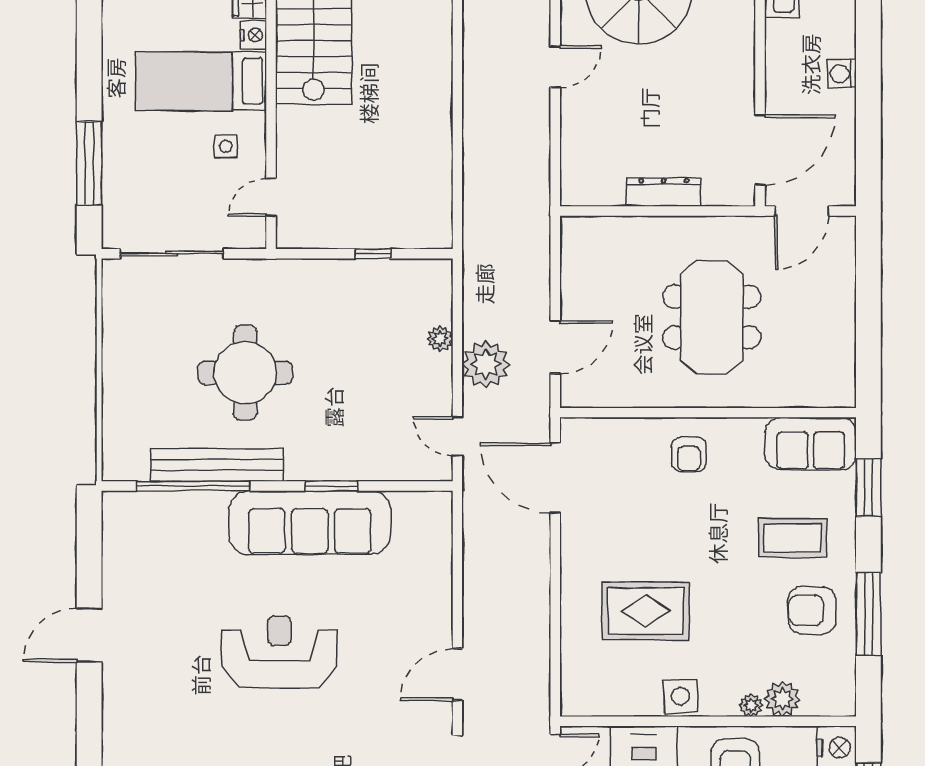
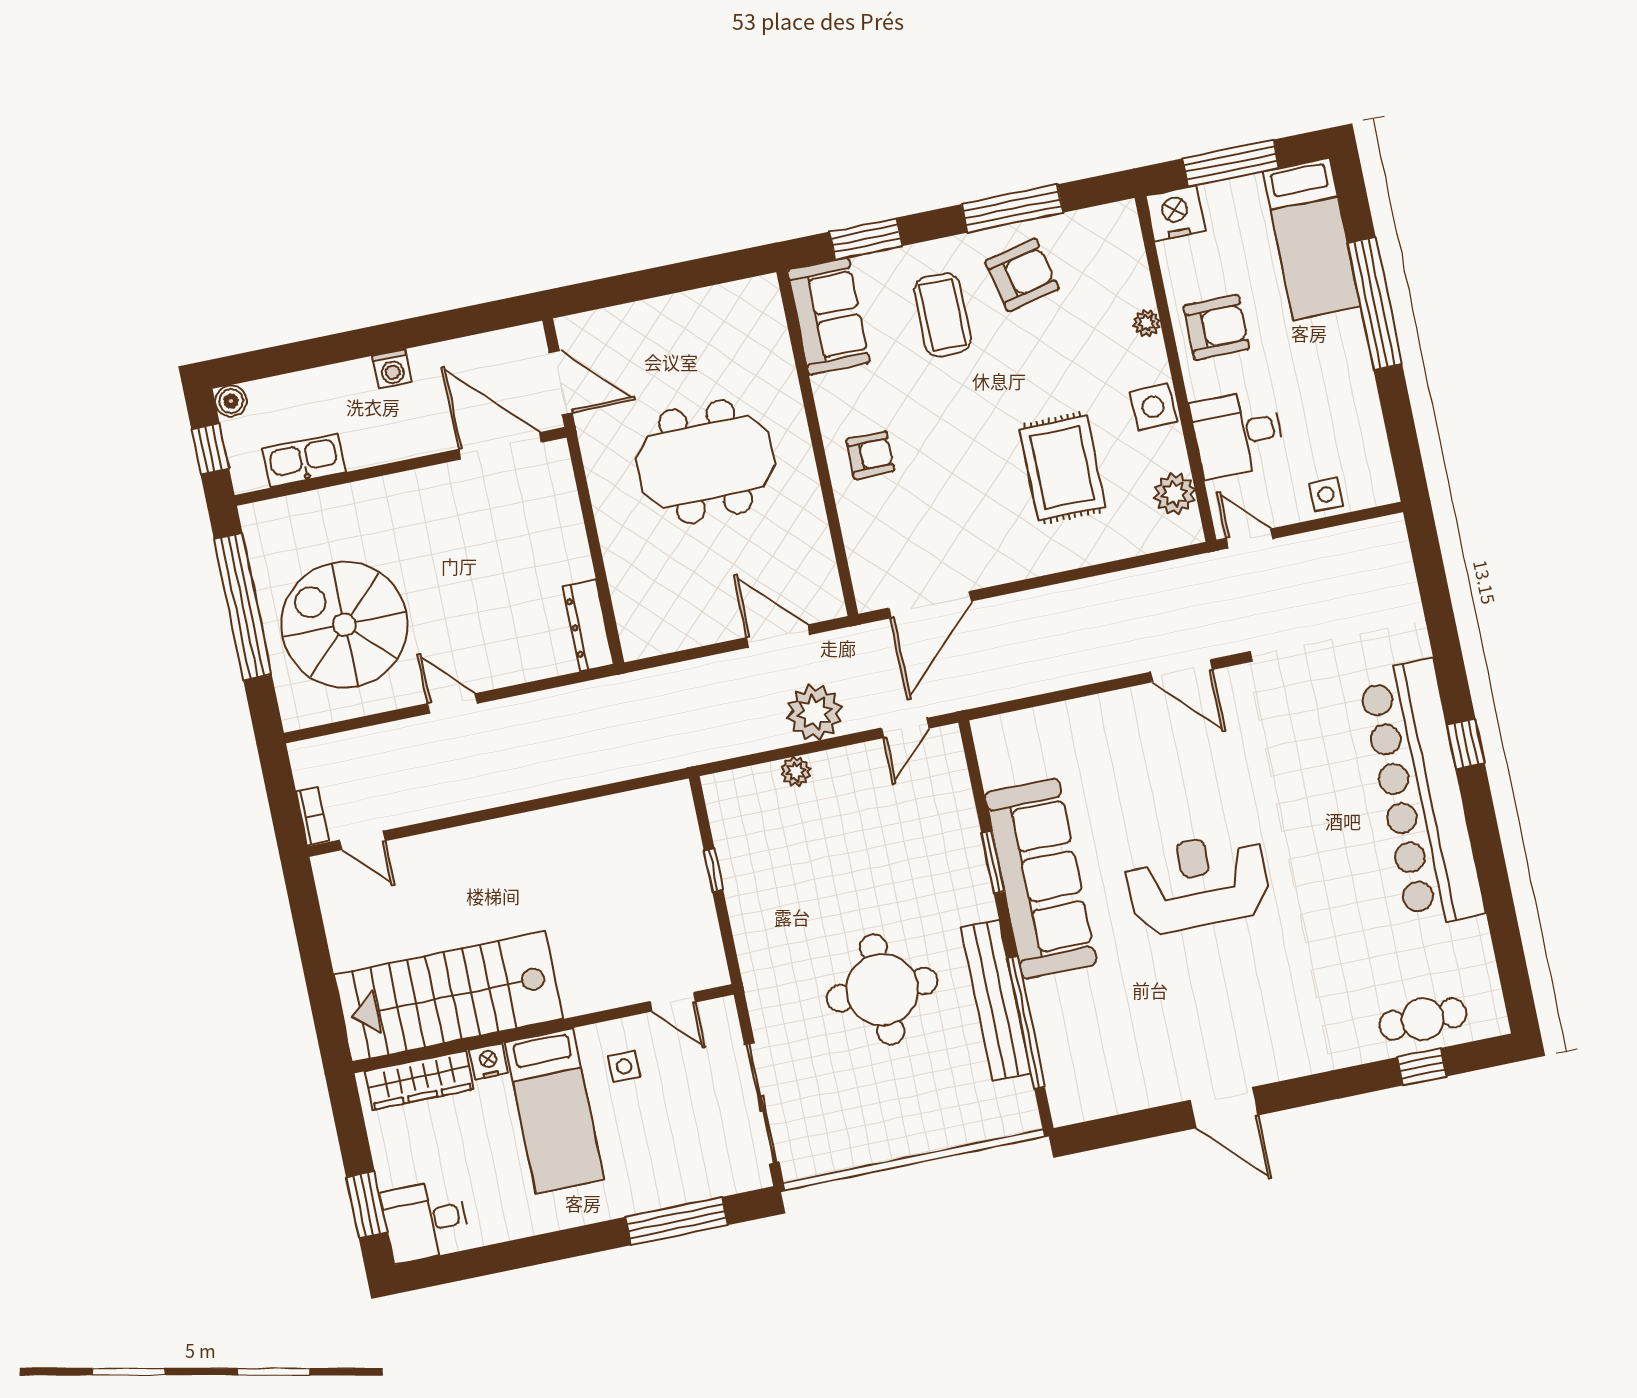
dresser: (664, 192) -> (588, 625), moved
armchair: (812, 610) -> (1022, 275), turned -103
reception desk: (279, 652) -> (1198, 883), turned 90
plant: (782, 699) -> (1174, 494), moved

